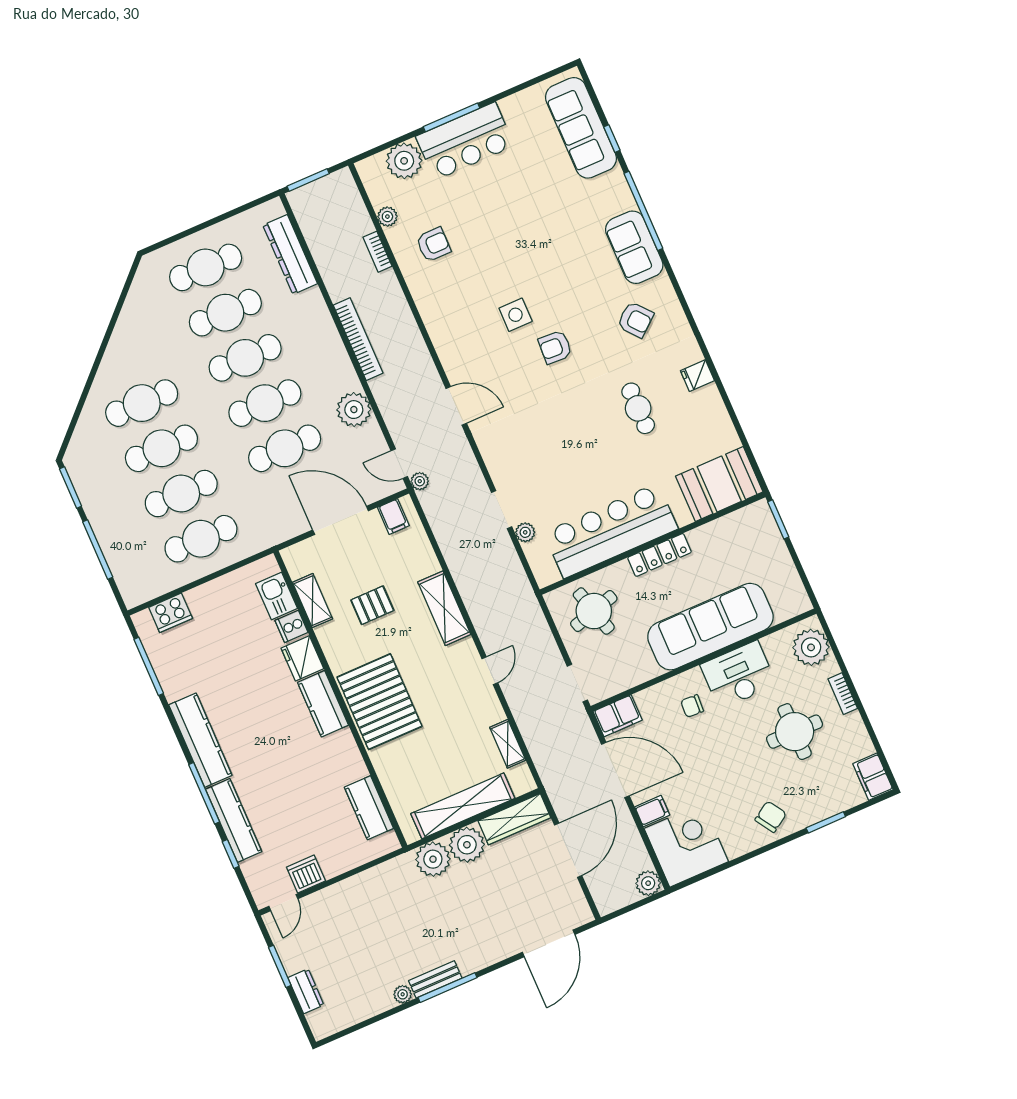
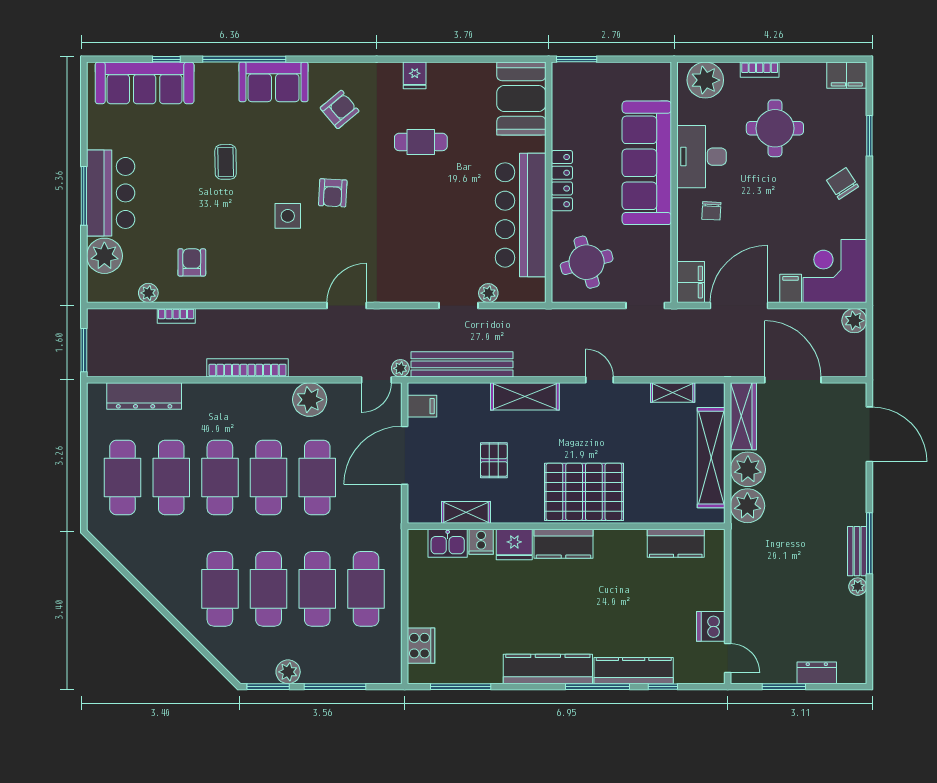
coffee table: (540, 235) -> (226, 162), added
plant: (92, 500) -> (288, 672), added
bench: (448, 537) -> (462, 364), added

